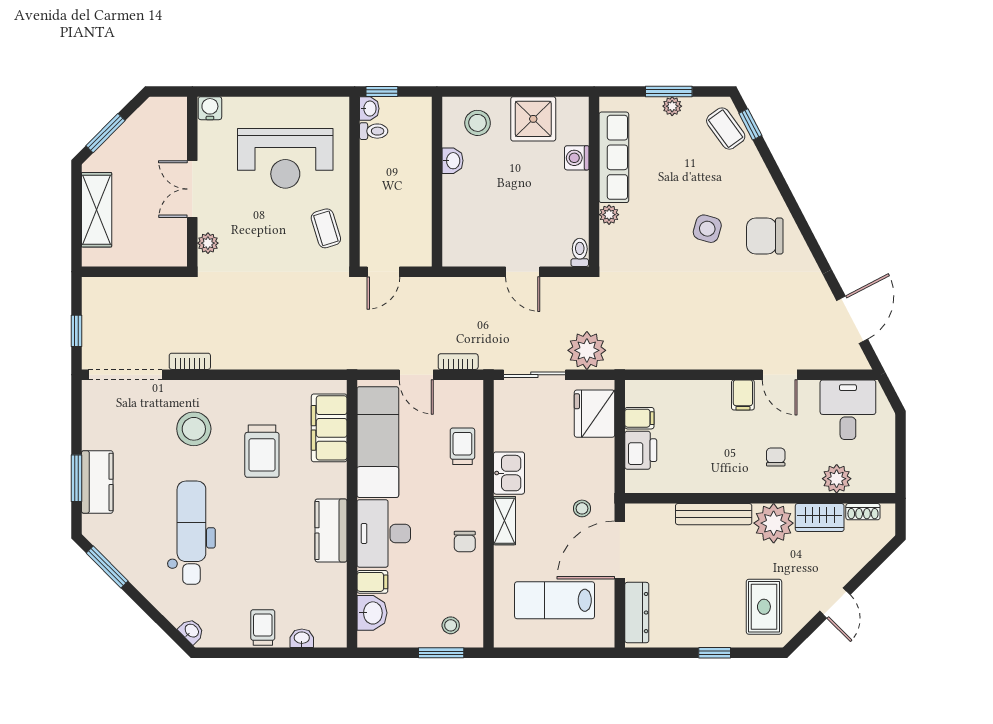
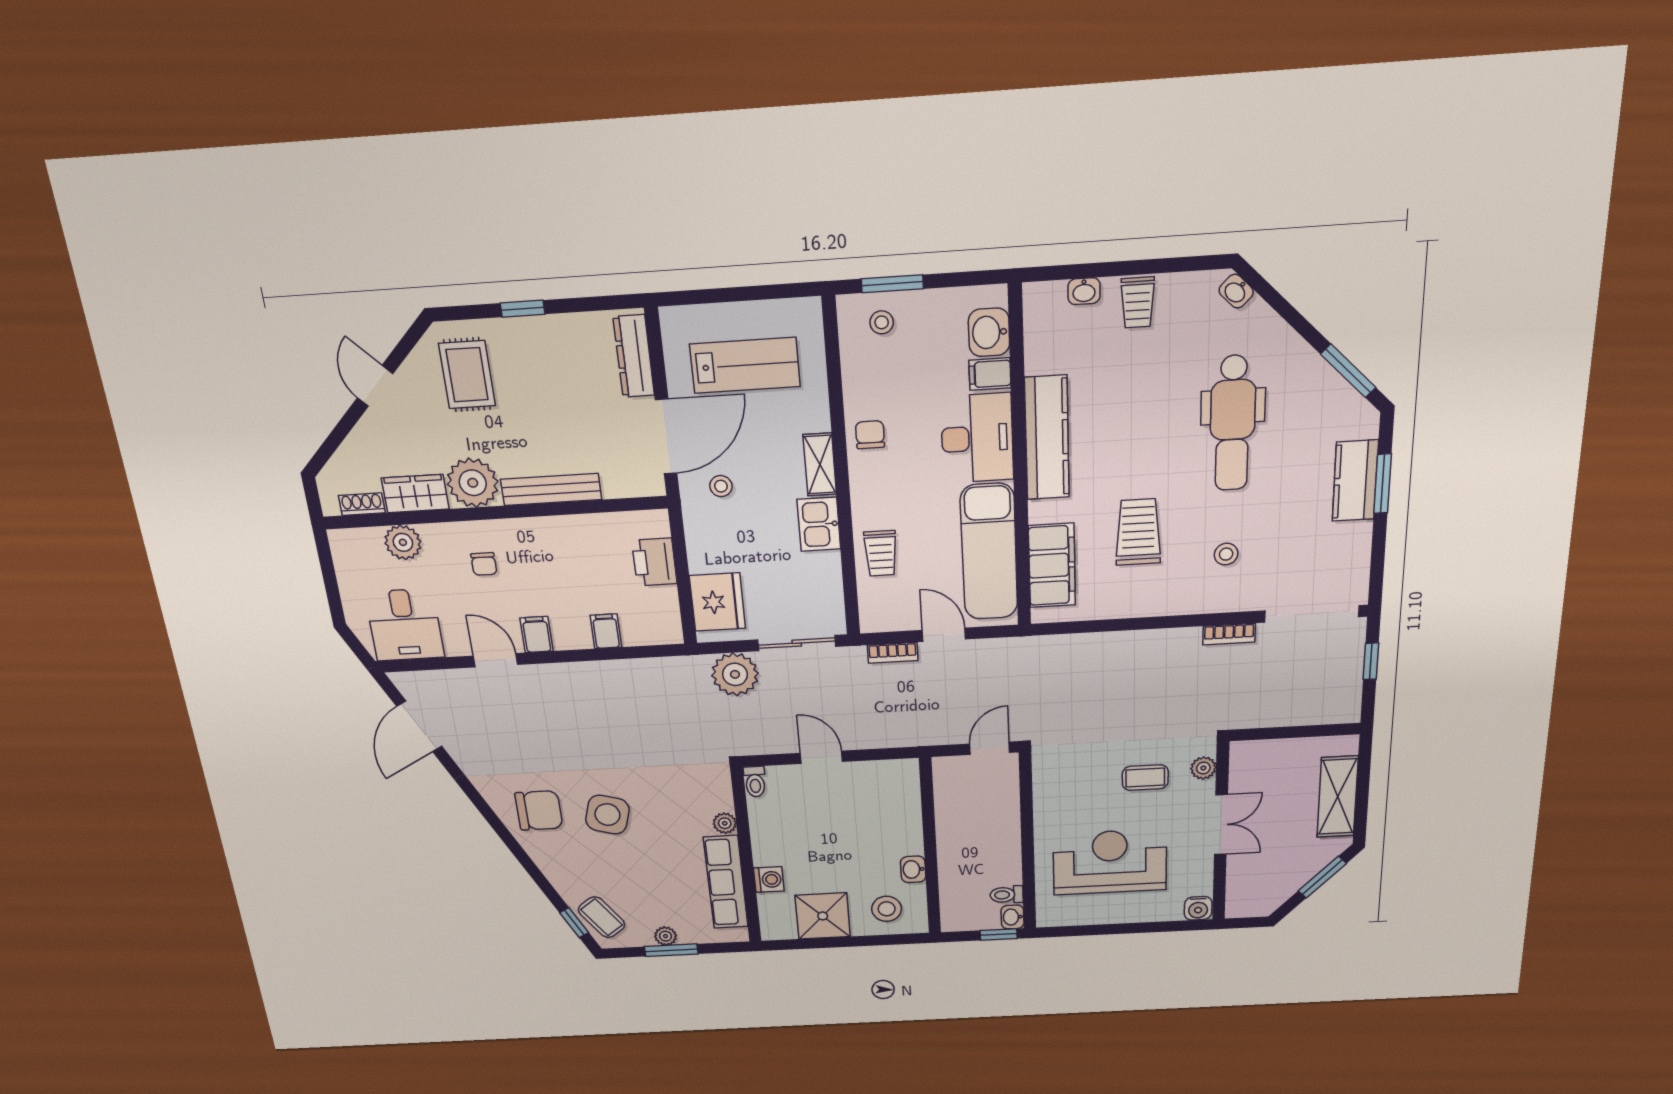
coffee table: (326, 228) -> (1145, 778), moved, turned -73
side table: (707, 229) -> (607, 815), width x1.37, depth x1.37
filing cabinet: (639, 418) -> (606, 631), moved, turned 90
stool: (194, 429) -> (1226, 554), width x0.53, depth x0.53
kitchen counter: (331, 530) -> (1047, 438), width x1.50

